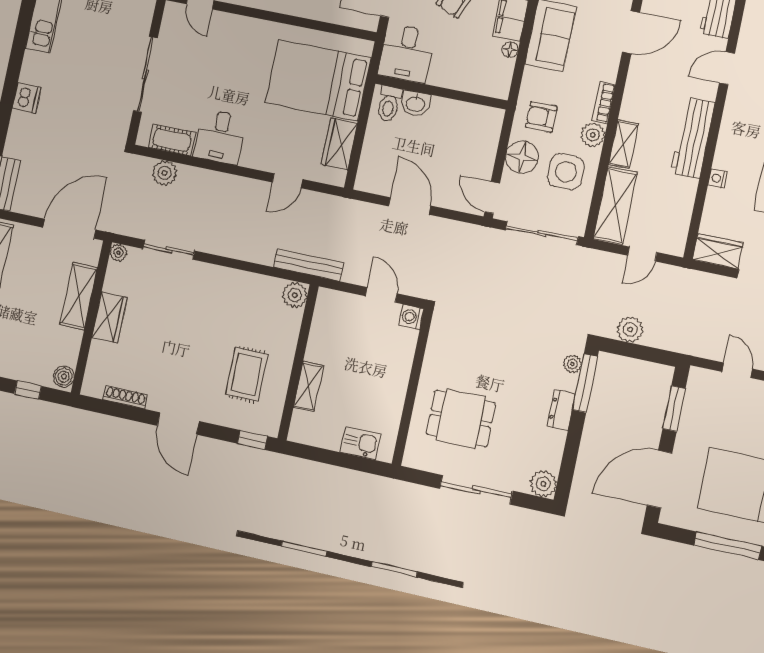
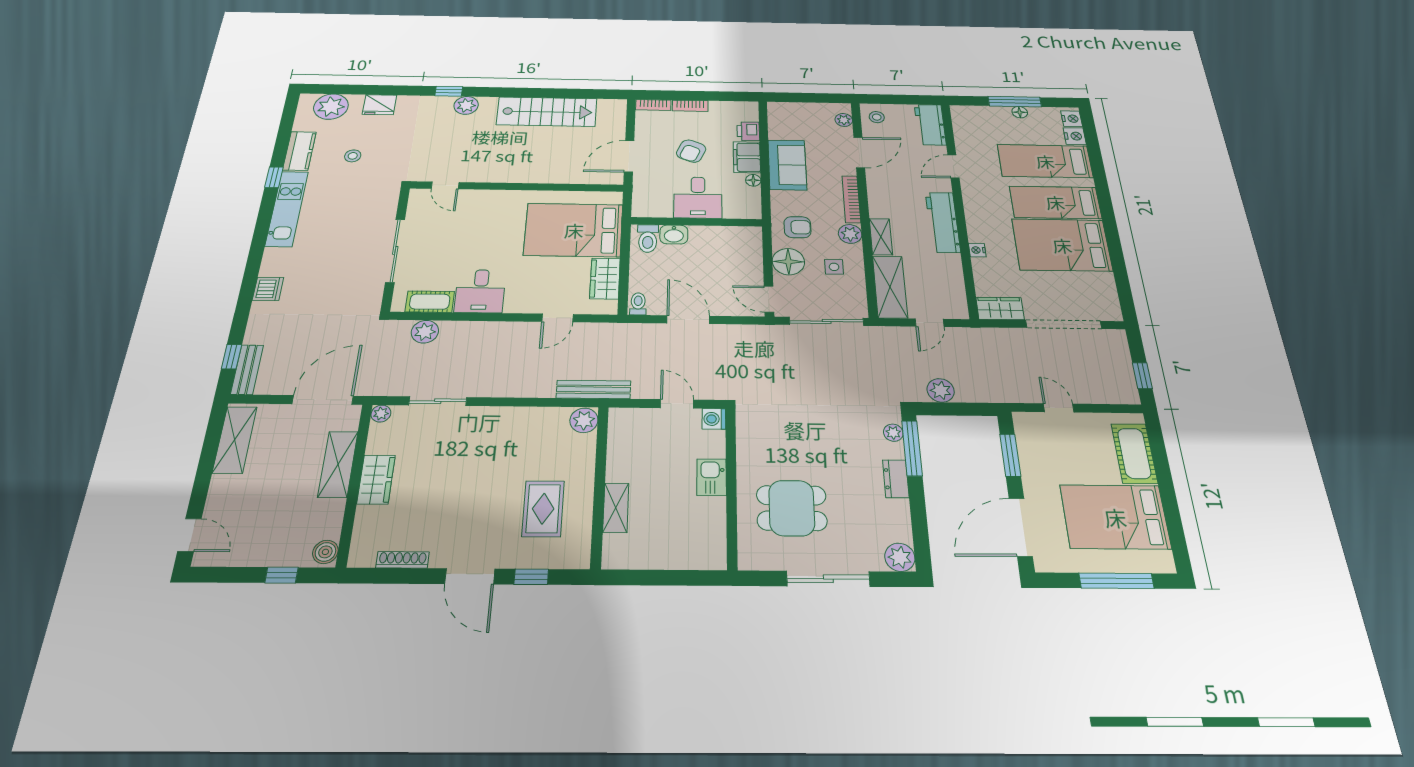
desk: (406, 53) -> (698, 197), moved
bookcase: (604, 103) -> (851, 199), width x1.56
armchair: (541, 117) -> (797, 227), turned 180
side table: (566, 172) -> (834, 267), width x0.54, depth x0.54
toilet: (366, 179) -> (638, 304), added
window: (252, 440) -> (531, 577), moved
kitchen sink: (360, 443) -> (712, 477), moved, turned -90

